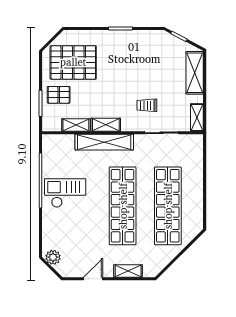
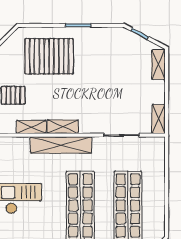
pallet: (73, 62) -> (49, 56), moved
shelving: (195, 73) -> (158, 65), width x0.67, depth x0.75
trolley: (147, 105) -> (106, 106), removed

